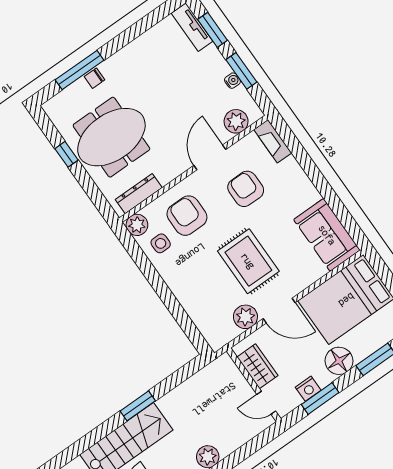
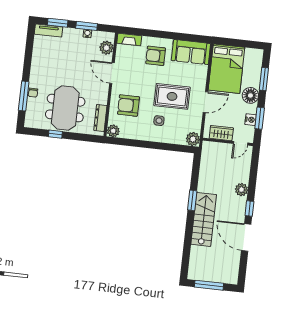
armchair: (246, 189) -> (156, 56), moved
side table: (161, 243) -> (159, 121), moved
plant: (245, 317) -> (193, 139), moved

